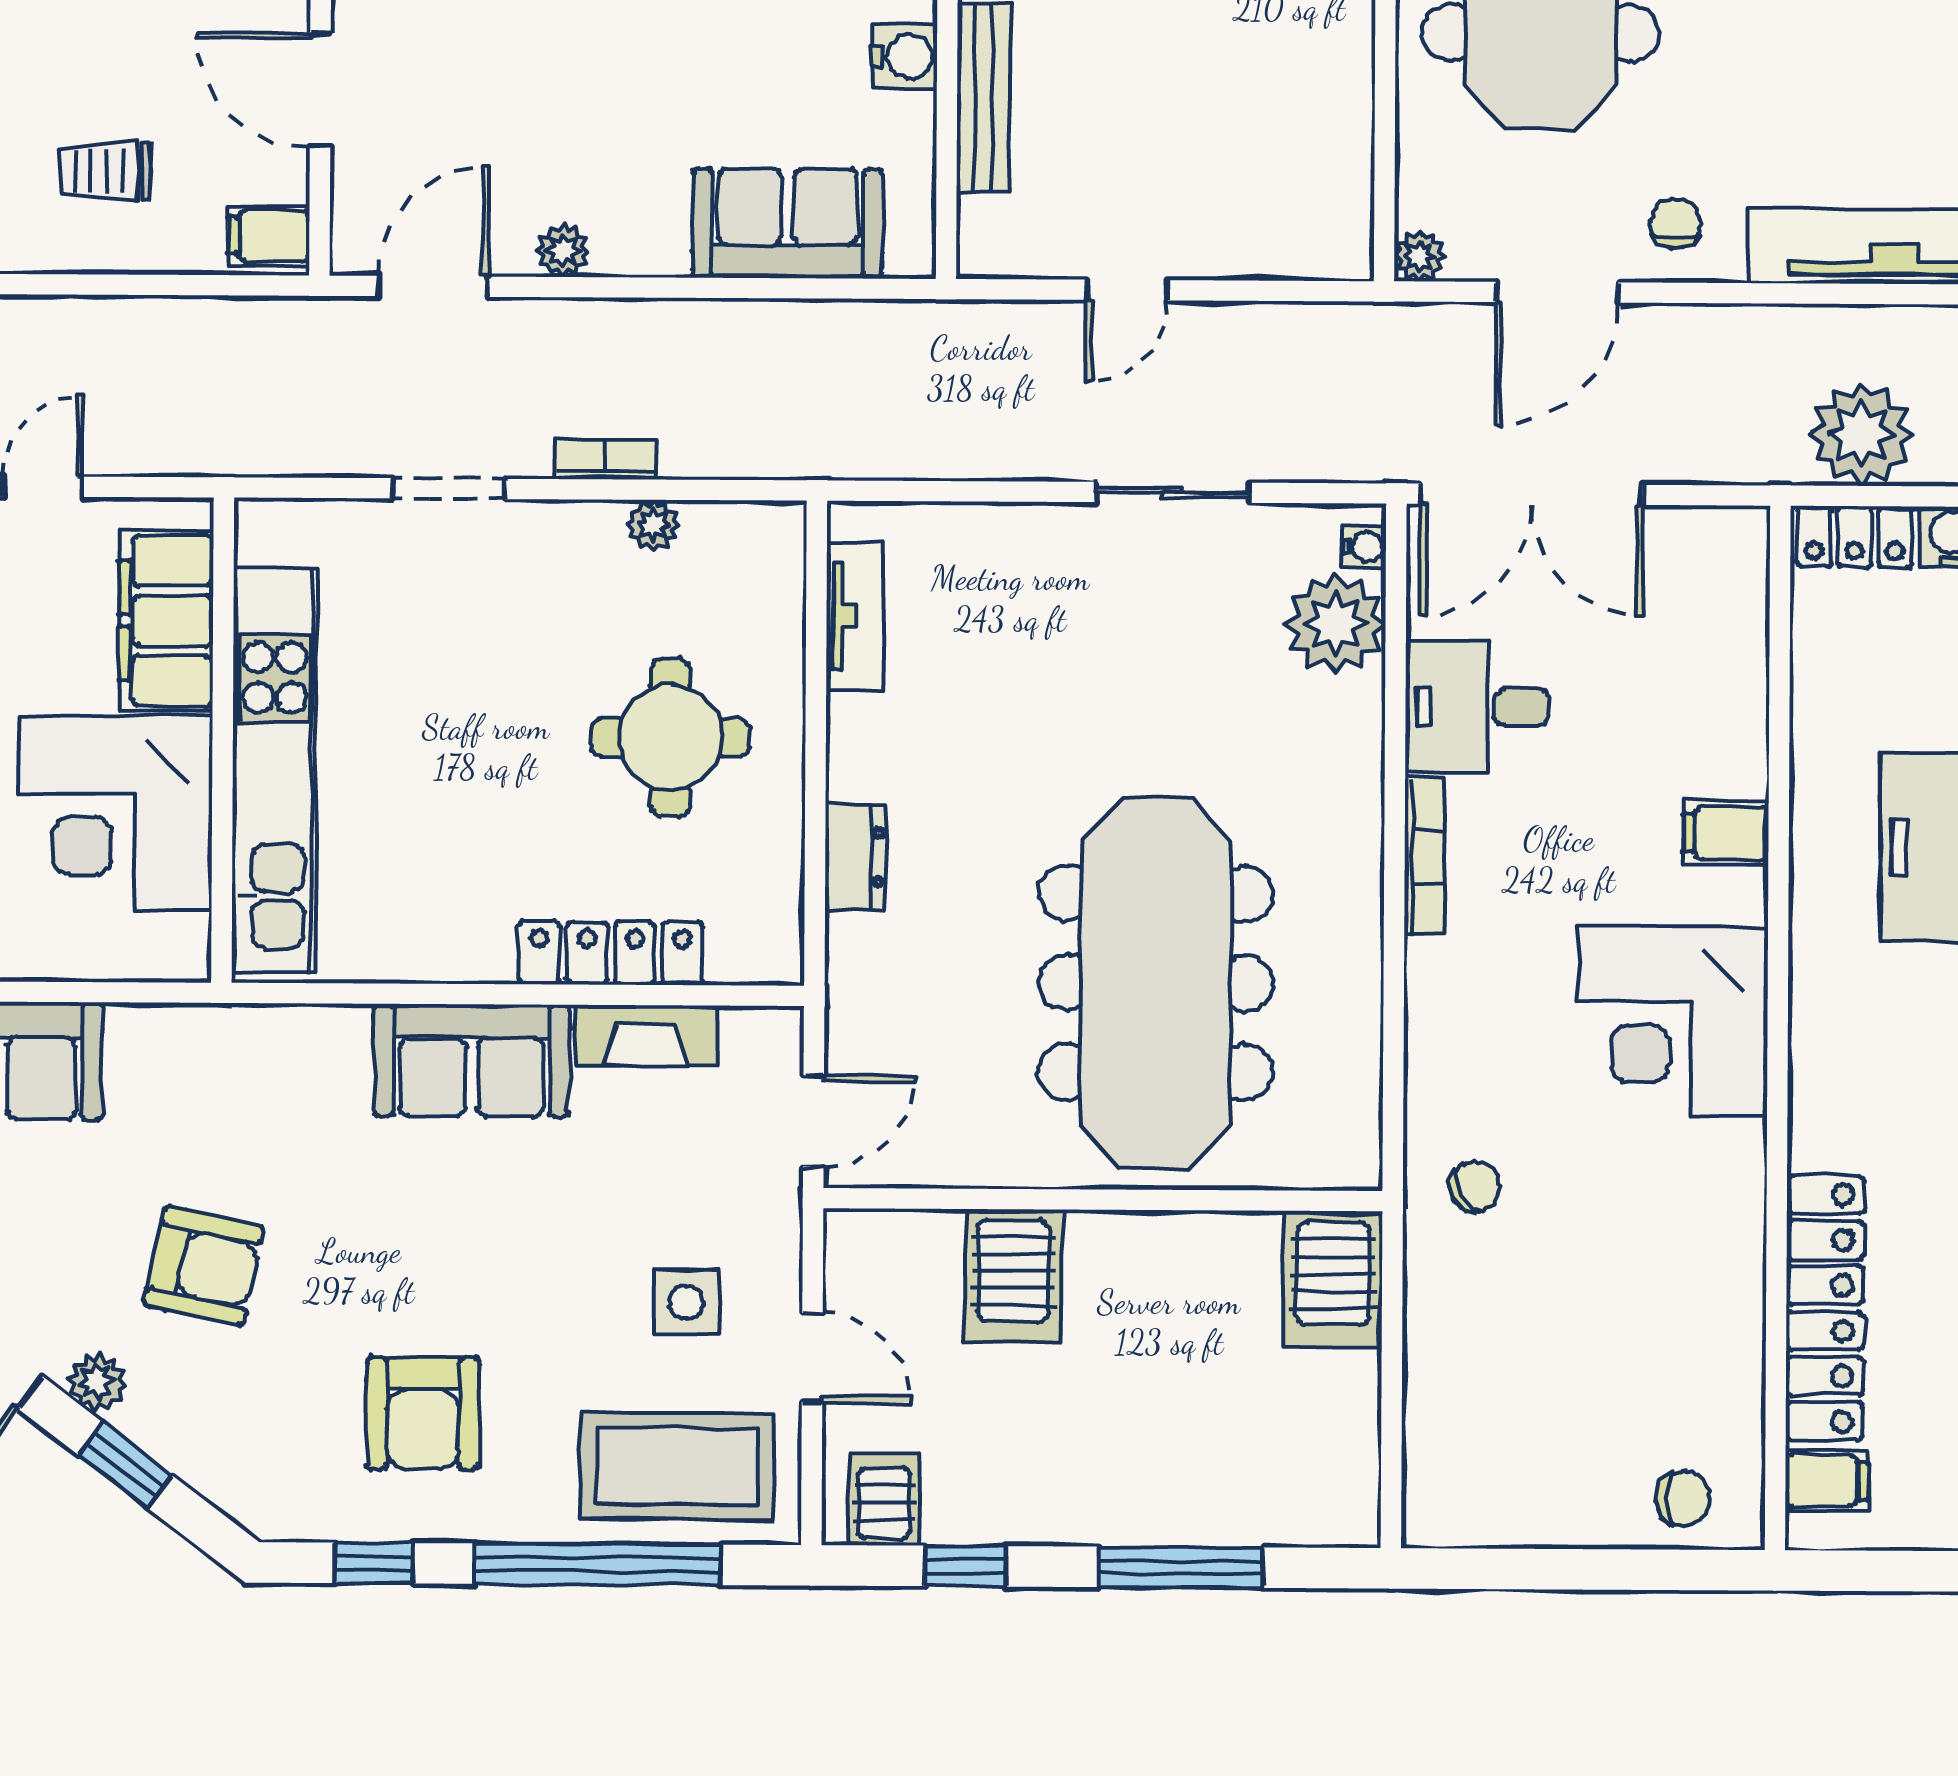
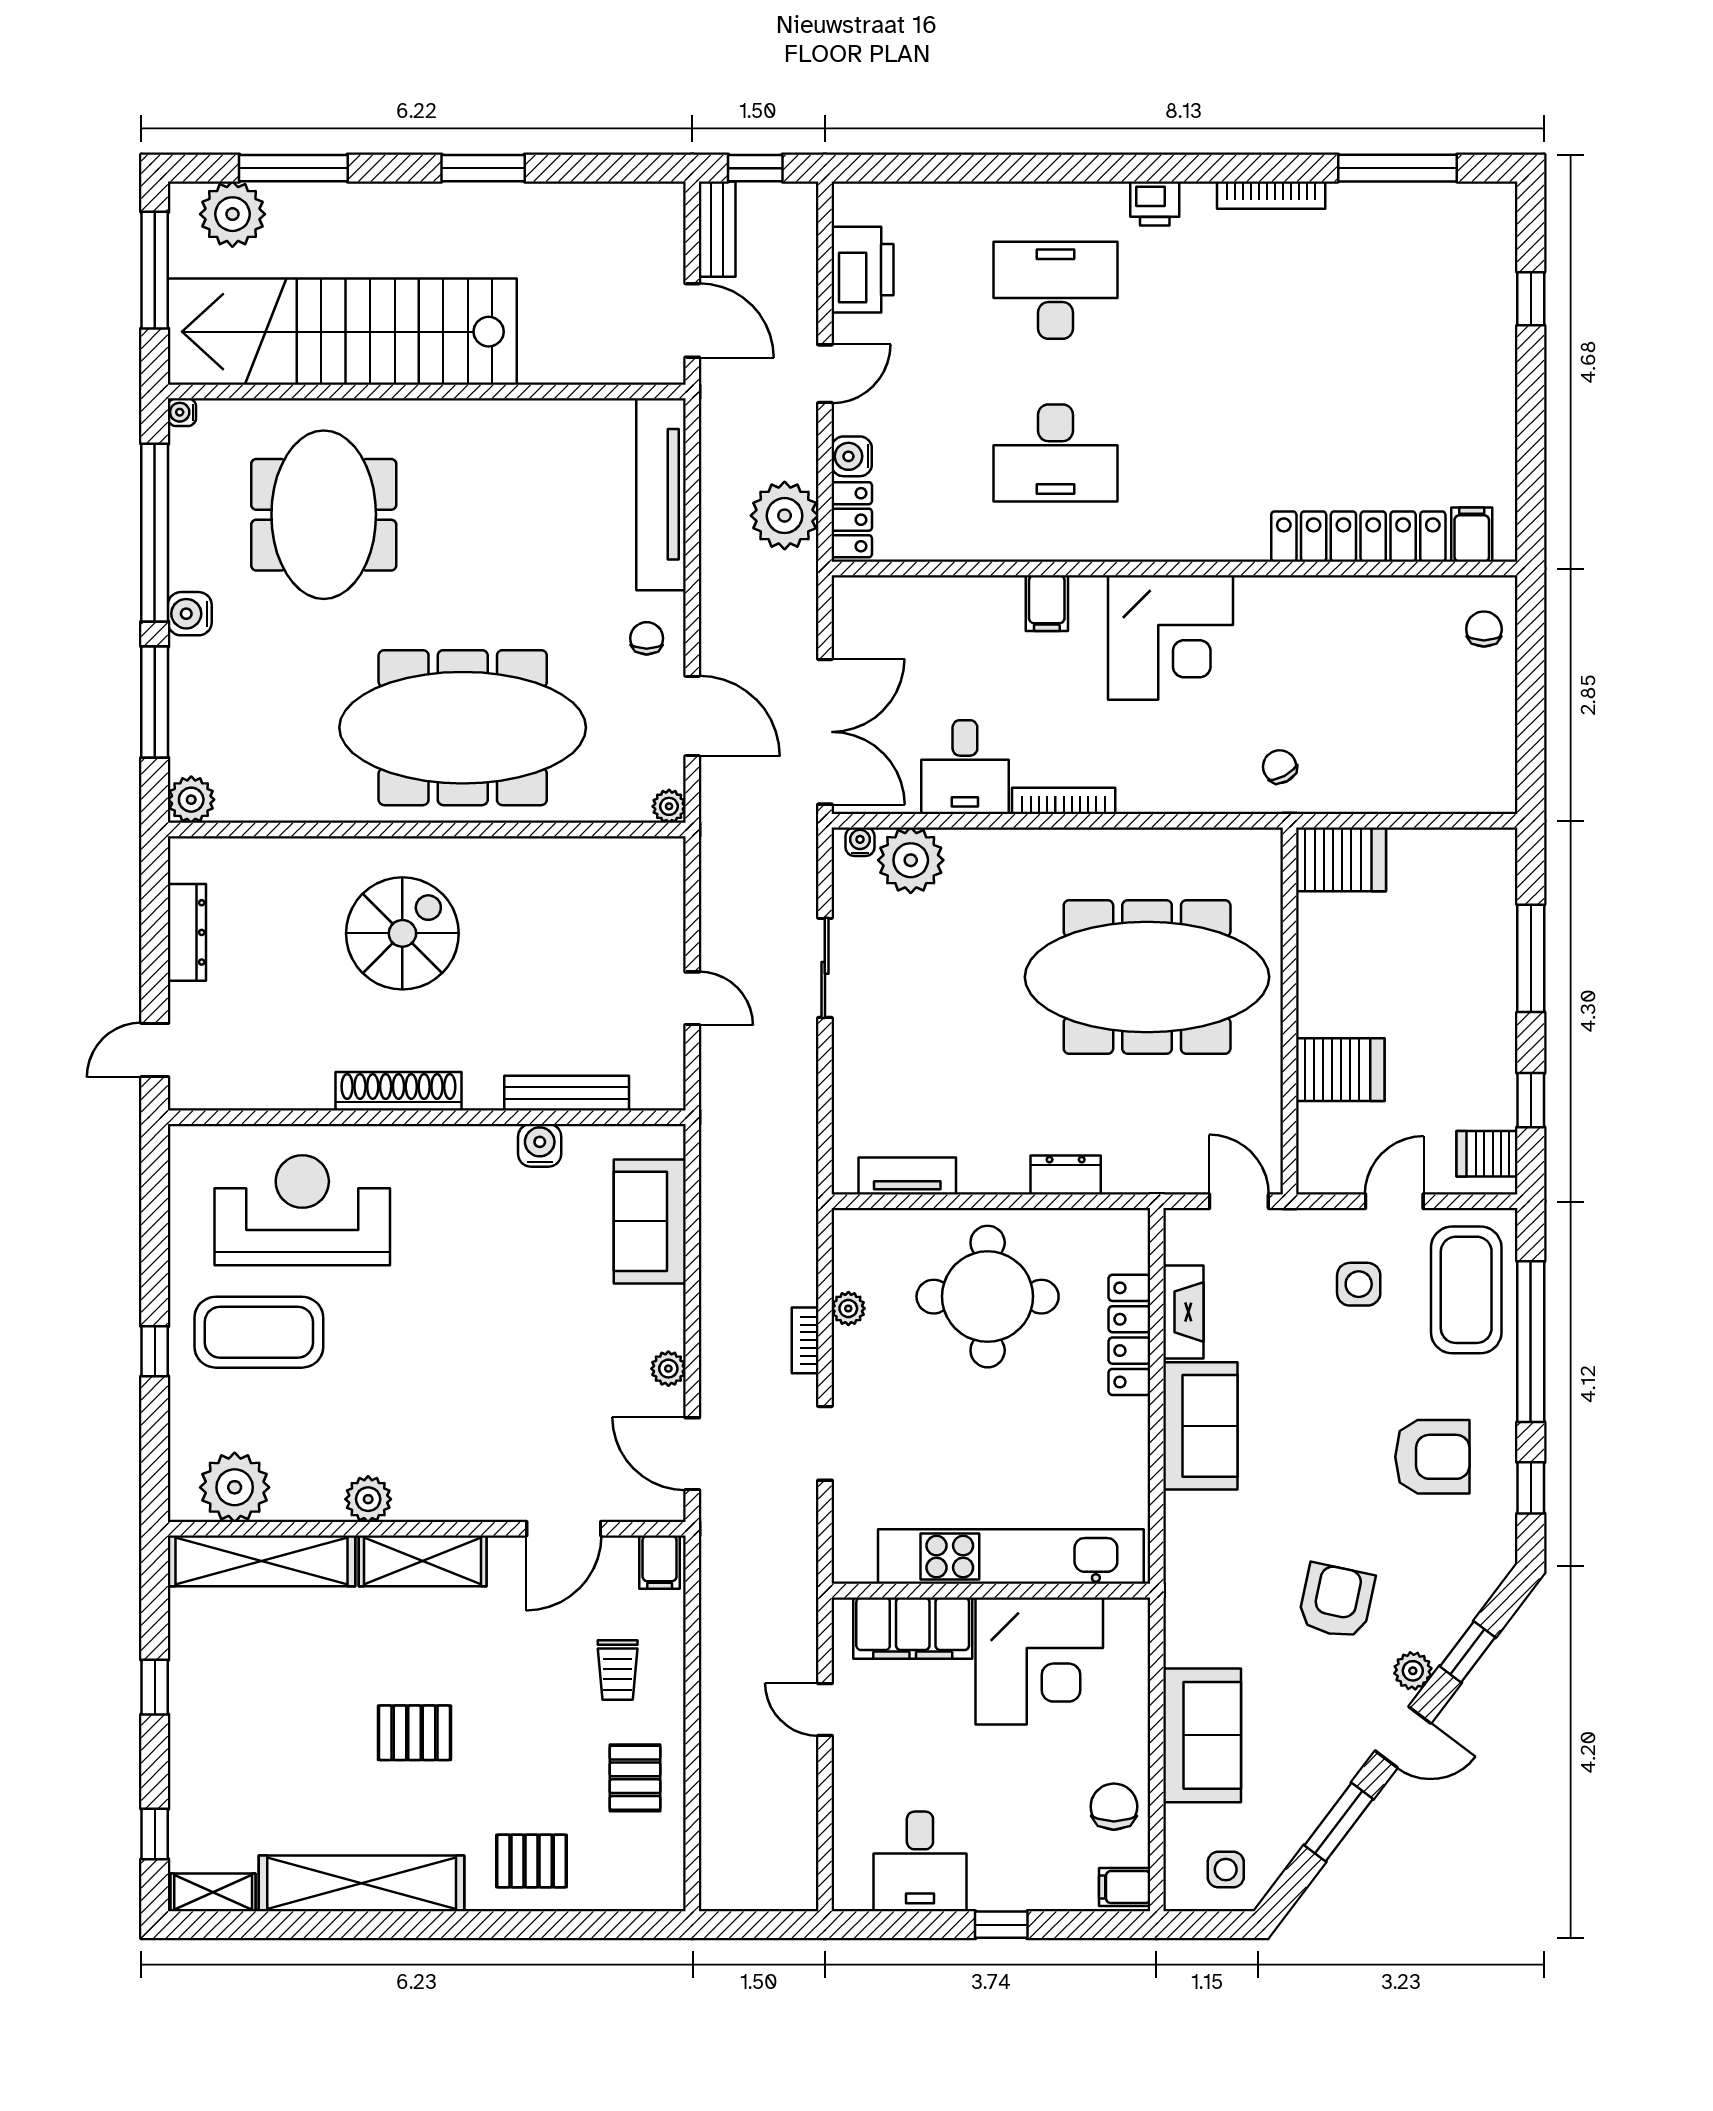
chair: (1676, 224) -> (647, 638), turned 90
round table: (670, 737) -> (988, 1297), width x1.36, depth x1.36

